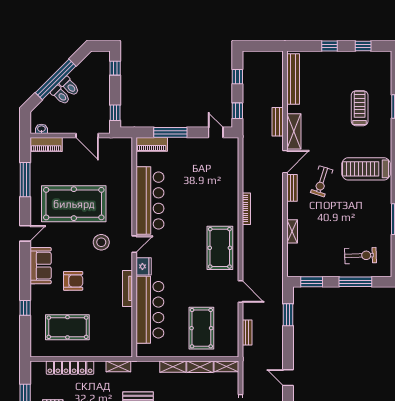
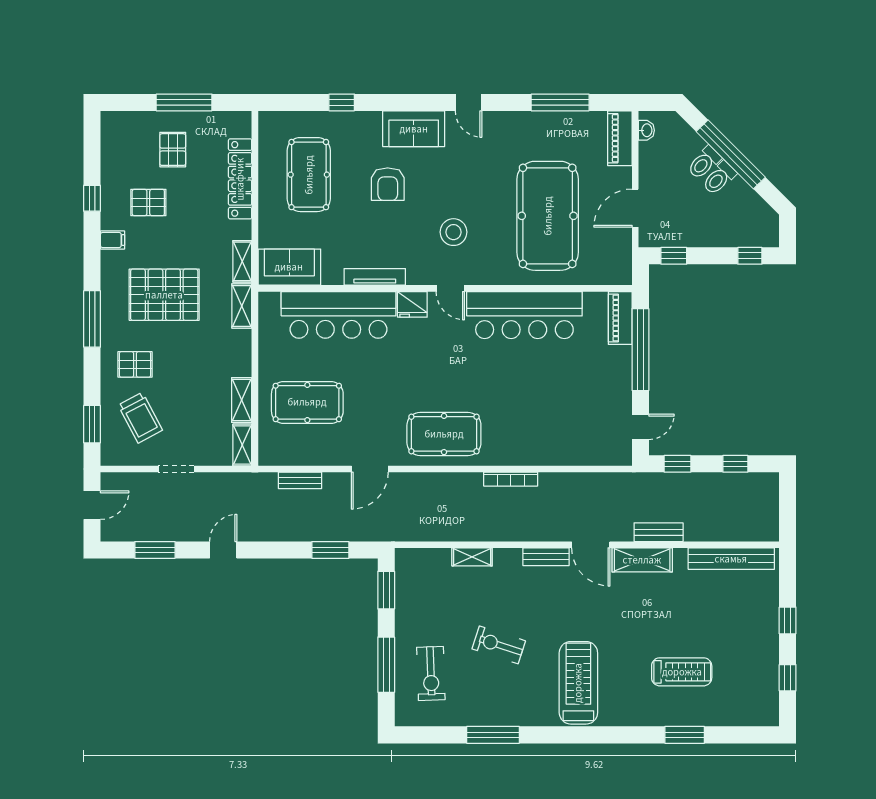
window: (170, 132) -> (640, 350), width x1.46
exercise bike: (322, 181) -> (499, 645), moved
pool table: (74, 204) -> (548, 216), moved
sofa: (122, 339) -> (289, 267), added
shelving: (173, 367) -> (242, 306), moved

